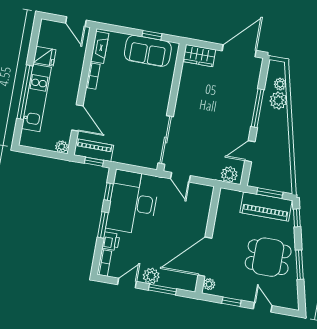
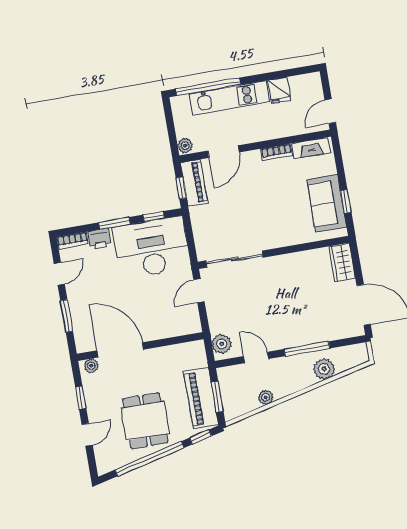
plant: (280, 84) -> (266, 397), moved
window: (25, 92) -> (208, 87), moved
window: (300, 265) -> (149, 459), width x2.11
plant: (151, 276) -> (77, 298), removed
door: (127, 283) -> (59, 274), hinge flipped

